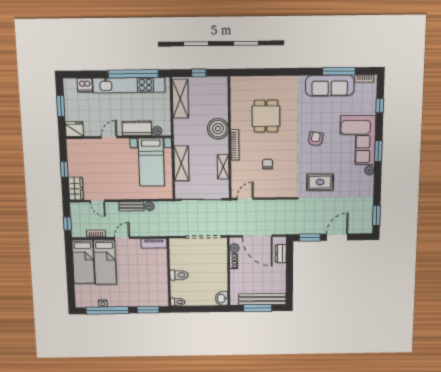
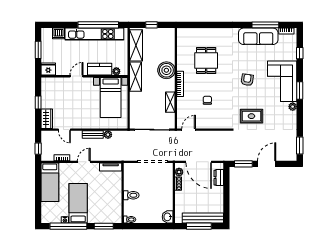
shelving: (181, 163) -> (136, 77), moved
bed: (105, 262) -> (78, 203), moved, turned 180

